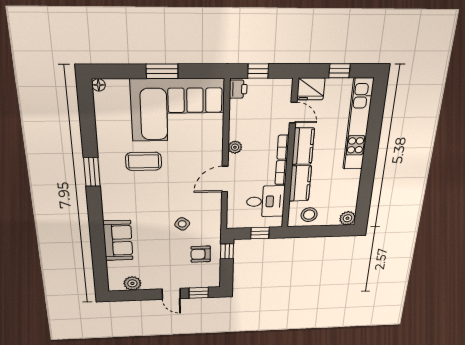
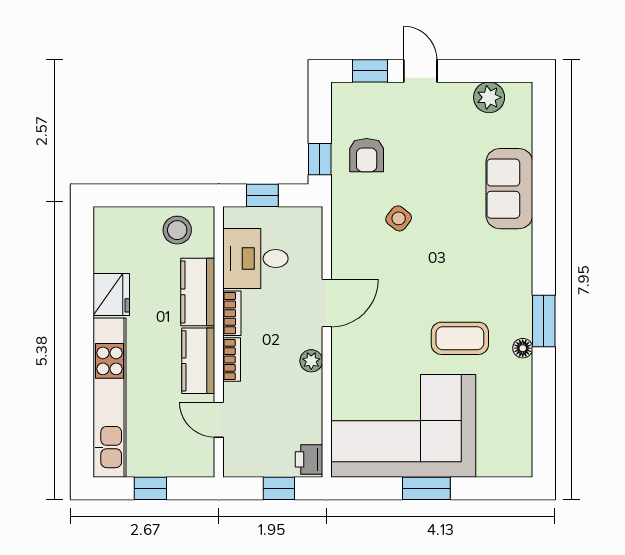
floor lamp: (99, 85) -> (523, 348), moved
fridge: (311, 89) -> (111, 294), moved, turned 90
plant: (347, 218) -> (107, 221), removed
armchair: (201, 254) -> (367, 155), turned 90

